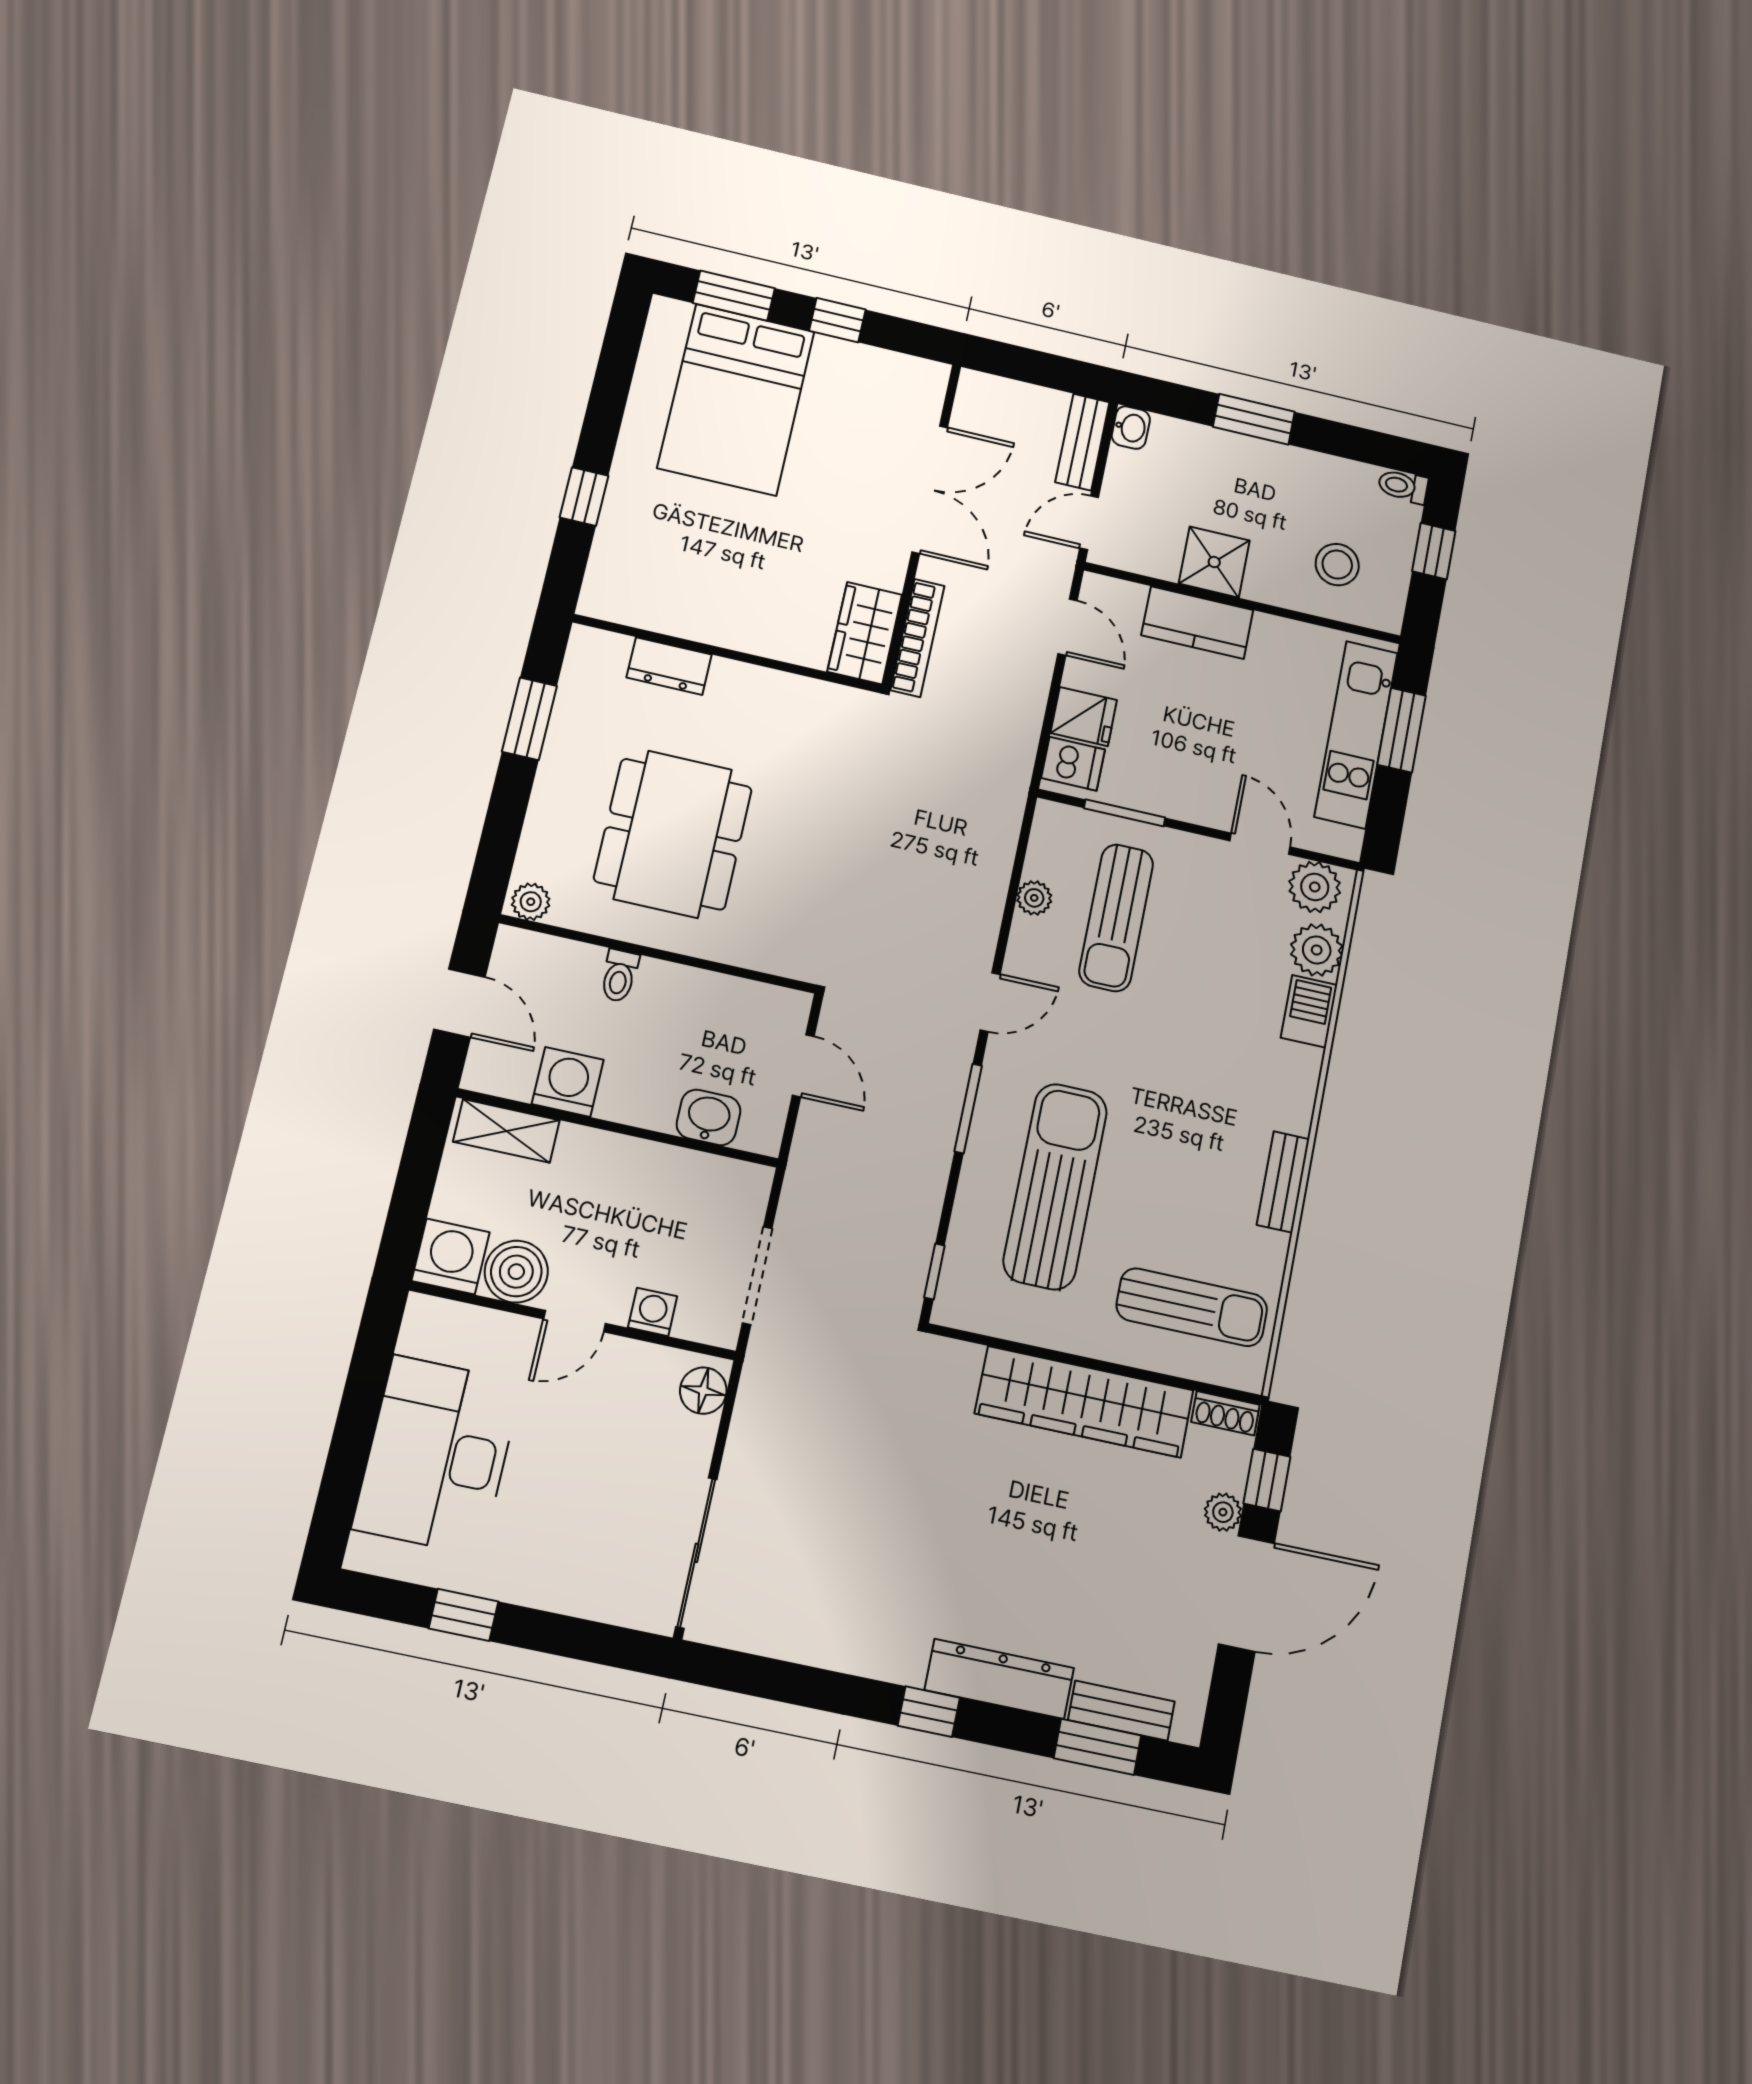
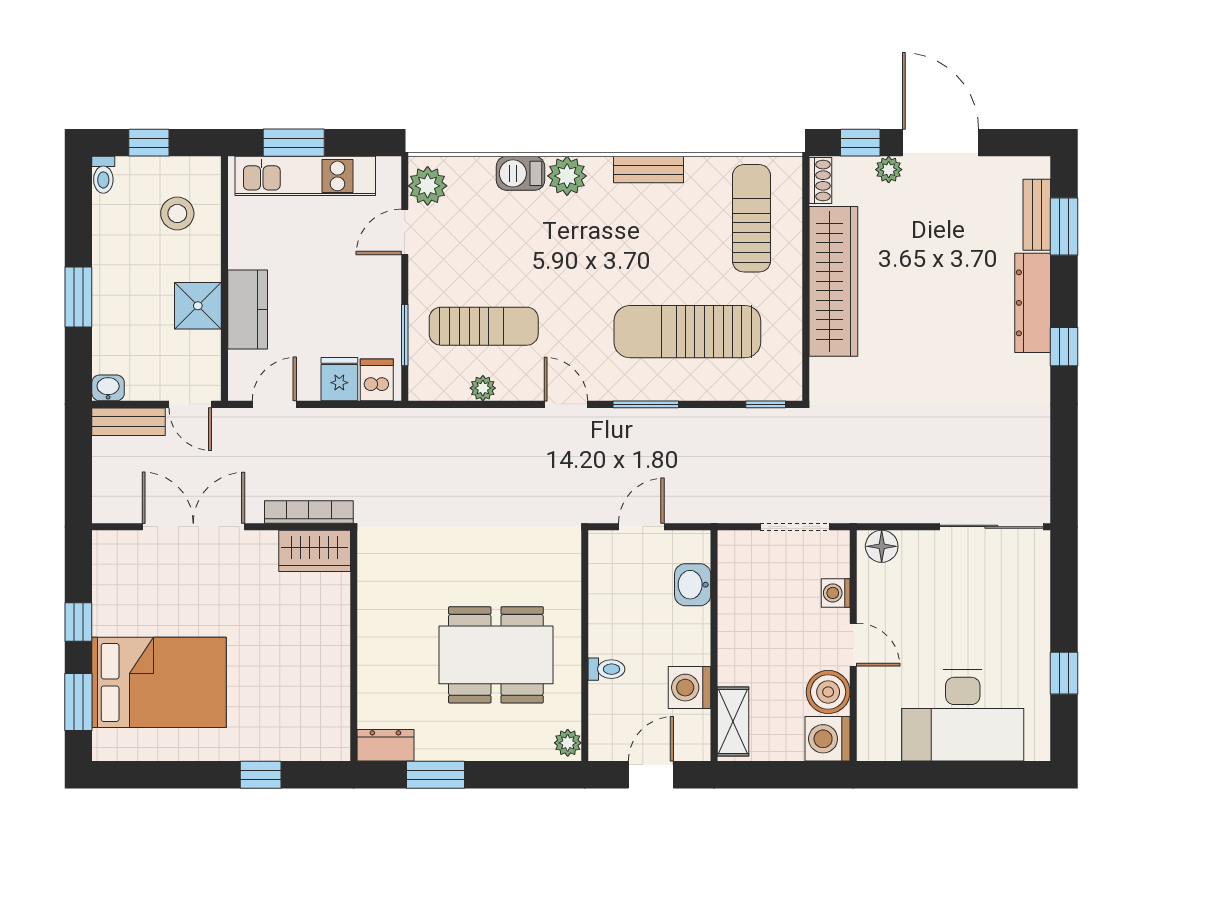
dresser: (669, 666) -> (385, 745), moved, turned -90
plant: (1317, 950) -> (567, 176), moved

